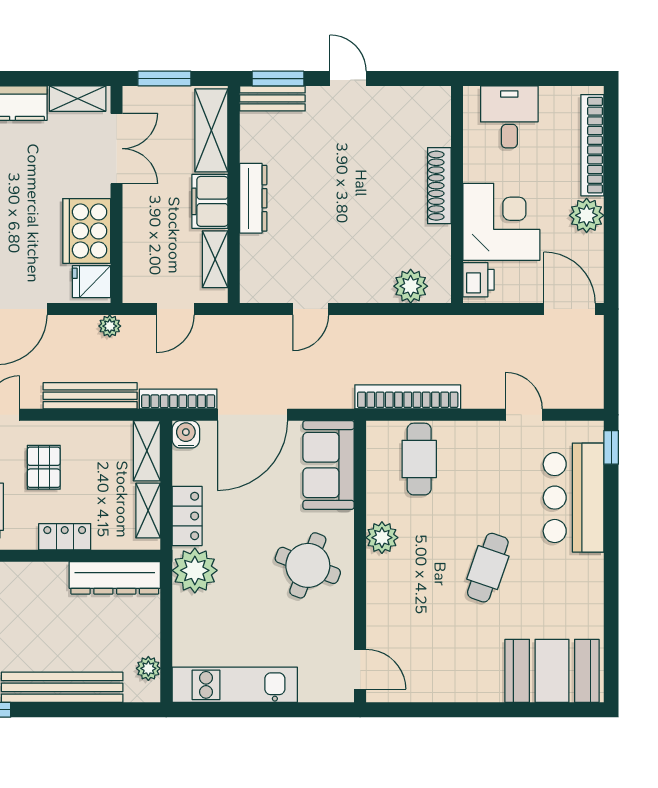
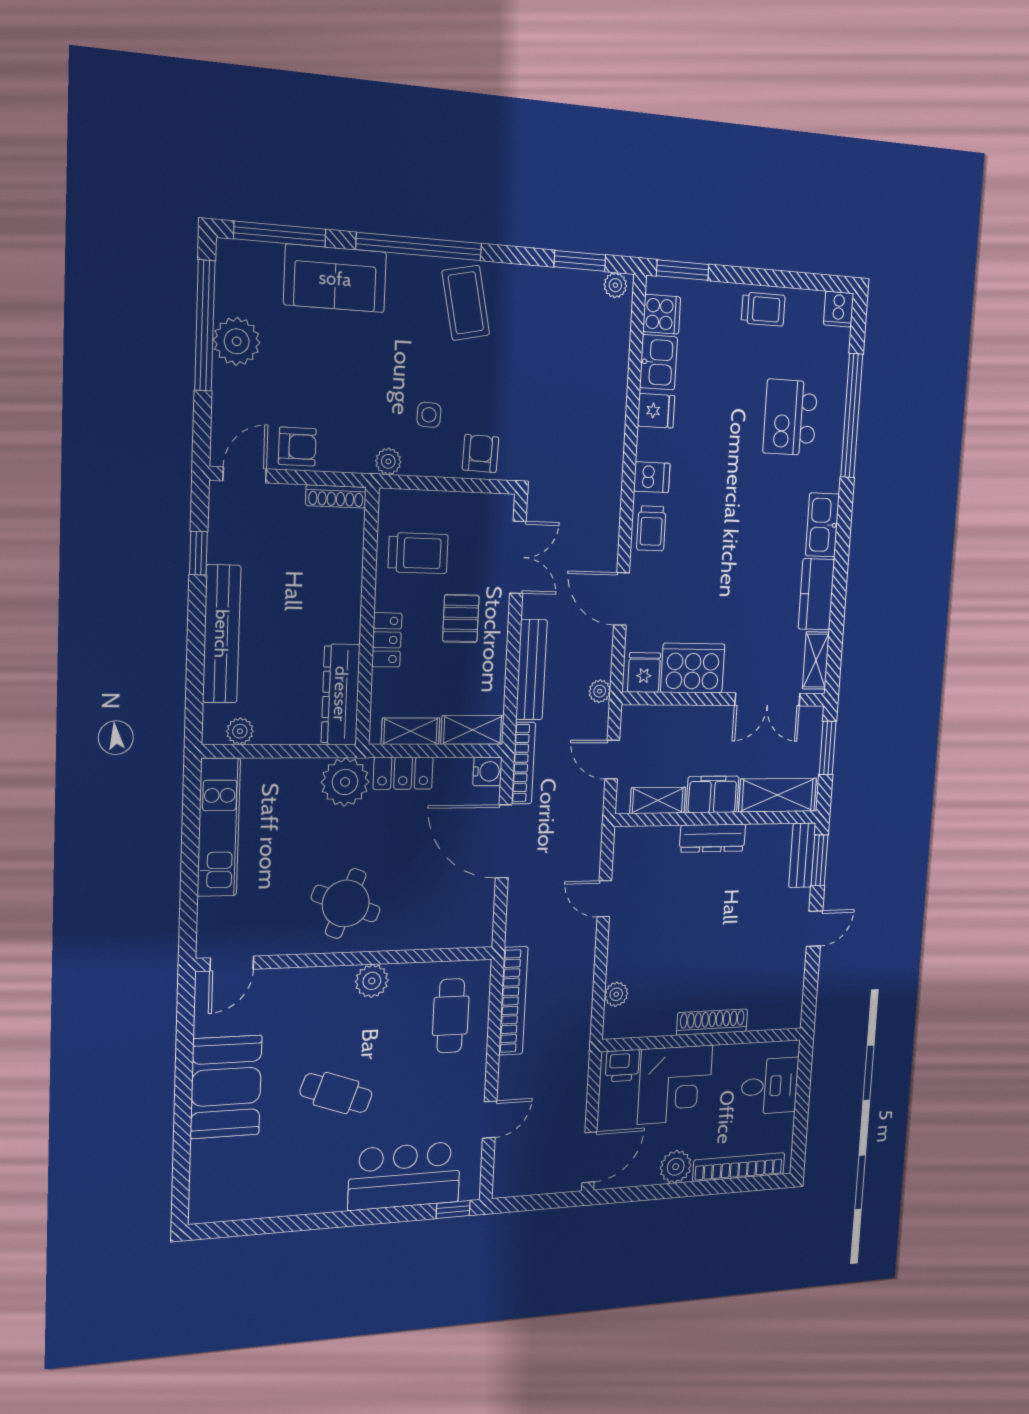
plant: (411, 286) -> (616, 994), width x0.73, depth x0.73
cafe table: (419, 459) -> (451, 1016), turned 90
sofa: (329, 465) -> (449, 922), removed
pallet: (44, 467) -> (461, 618), turned 90
booth: (552, 671) -> (226, 1087), moved

